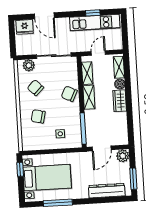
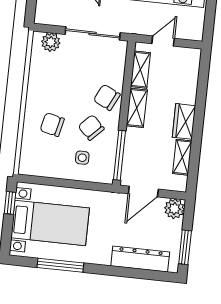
shelving: (119, 67) -> (182, 157), moved
boiler: (120, 84) -> (189, 95), removed
chair: (35, 88) -> (91, 128), moved

